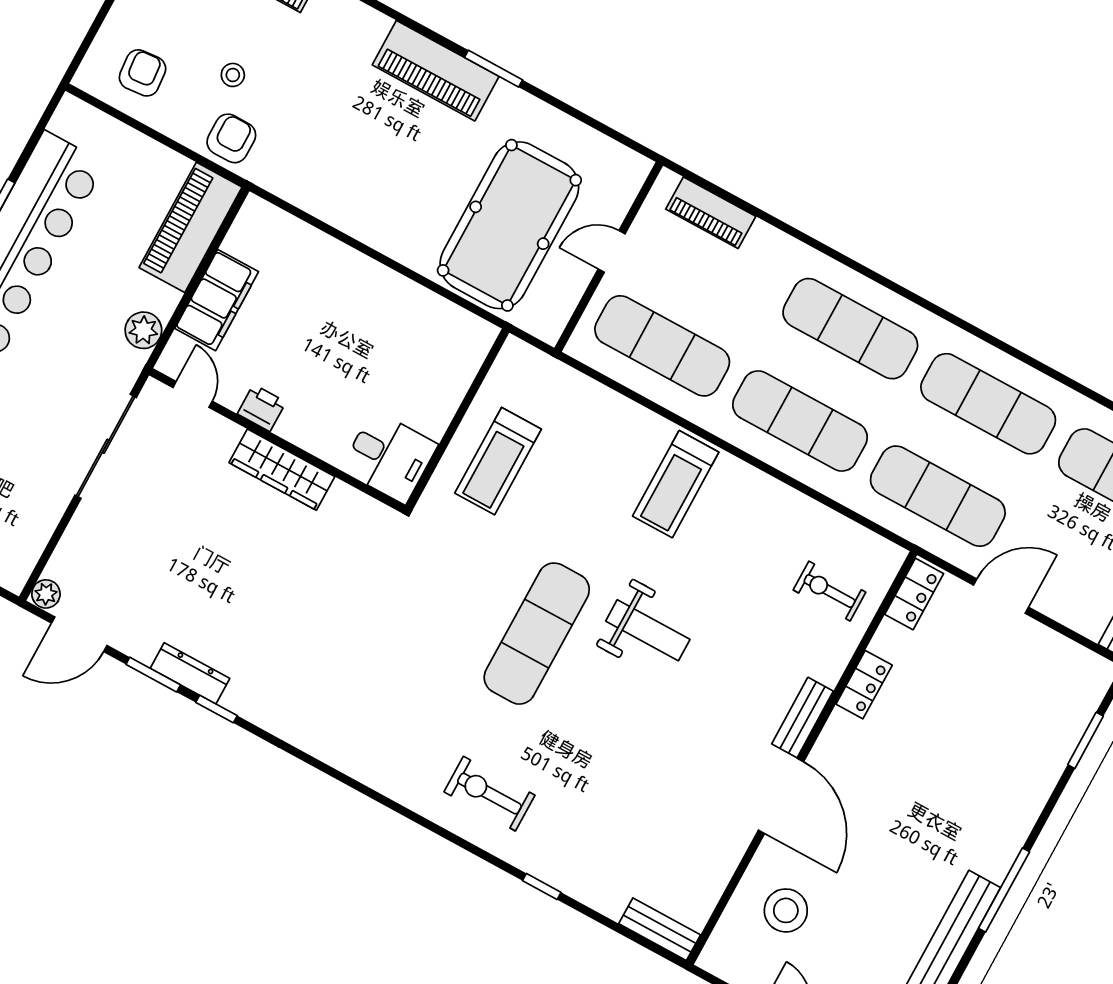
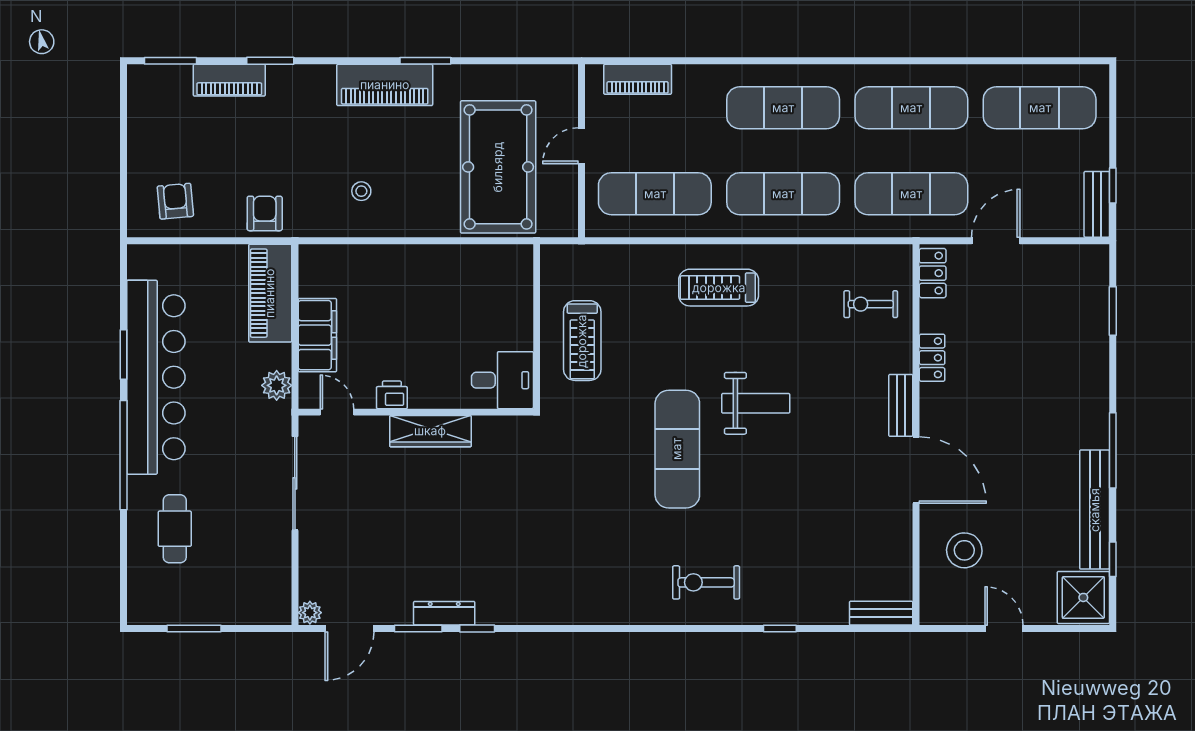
stool: (233, 75) -> (361, 191), moved
treadmill: (676, 484) -> (719, 288), turned 90

